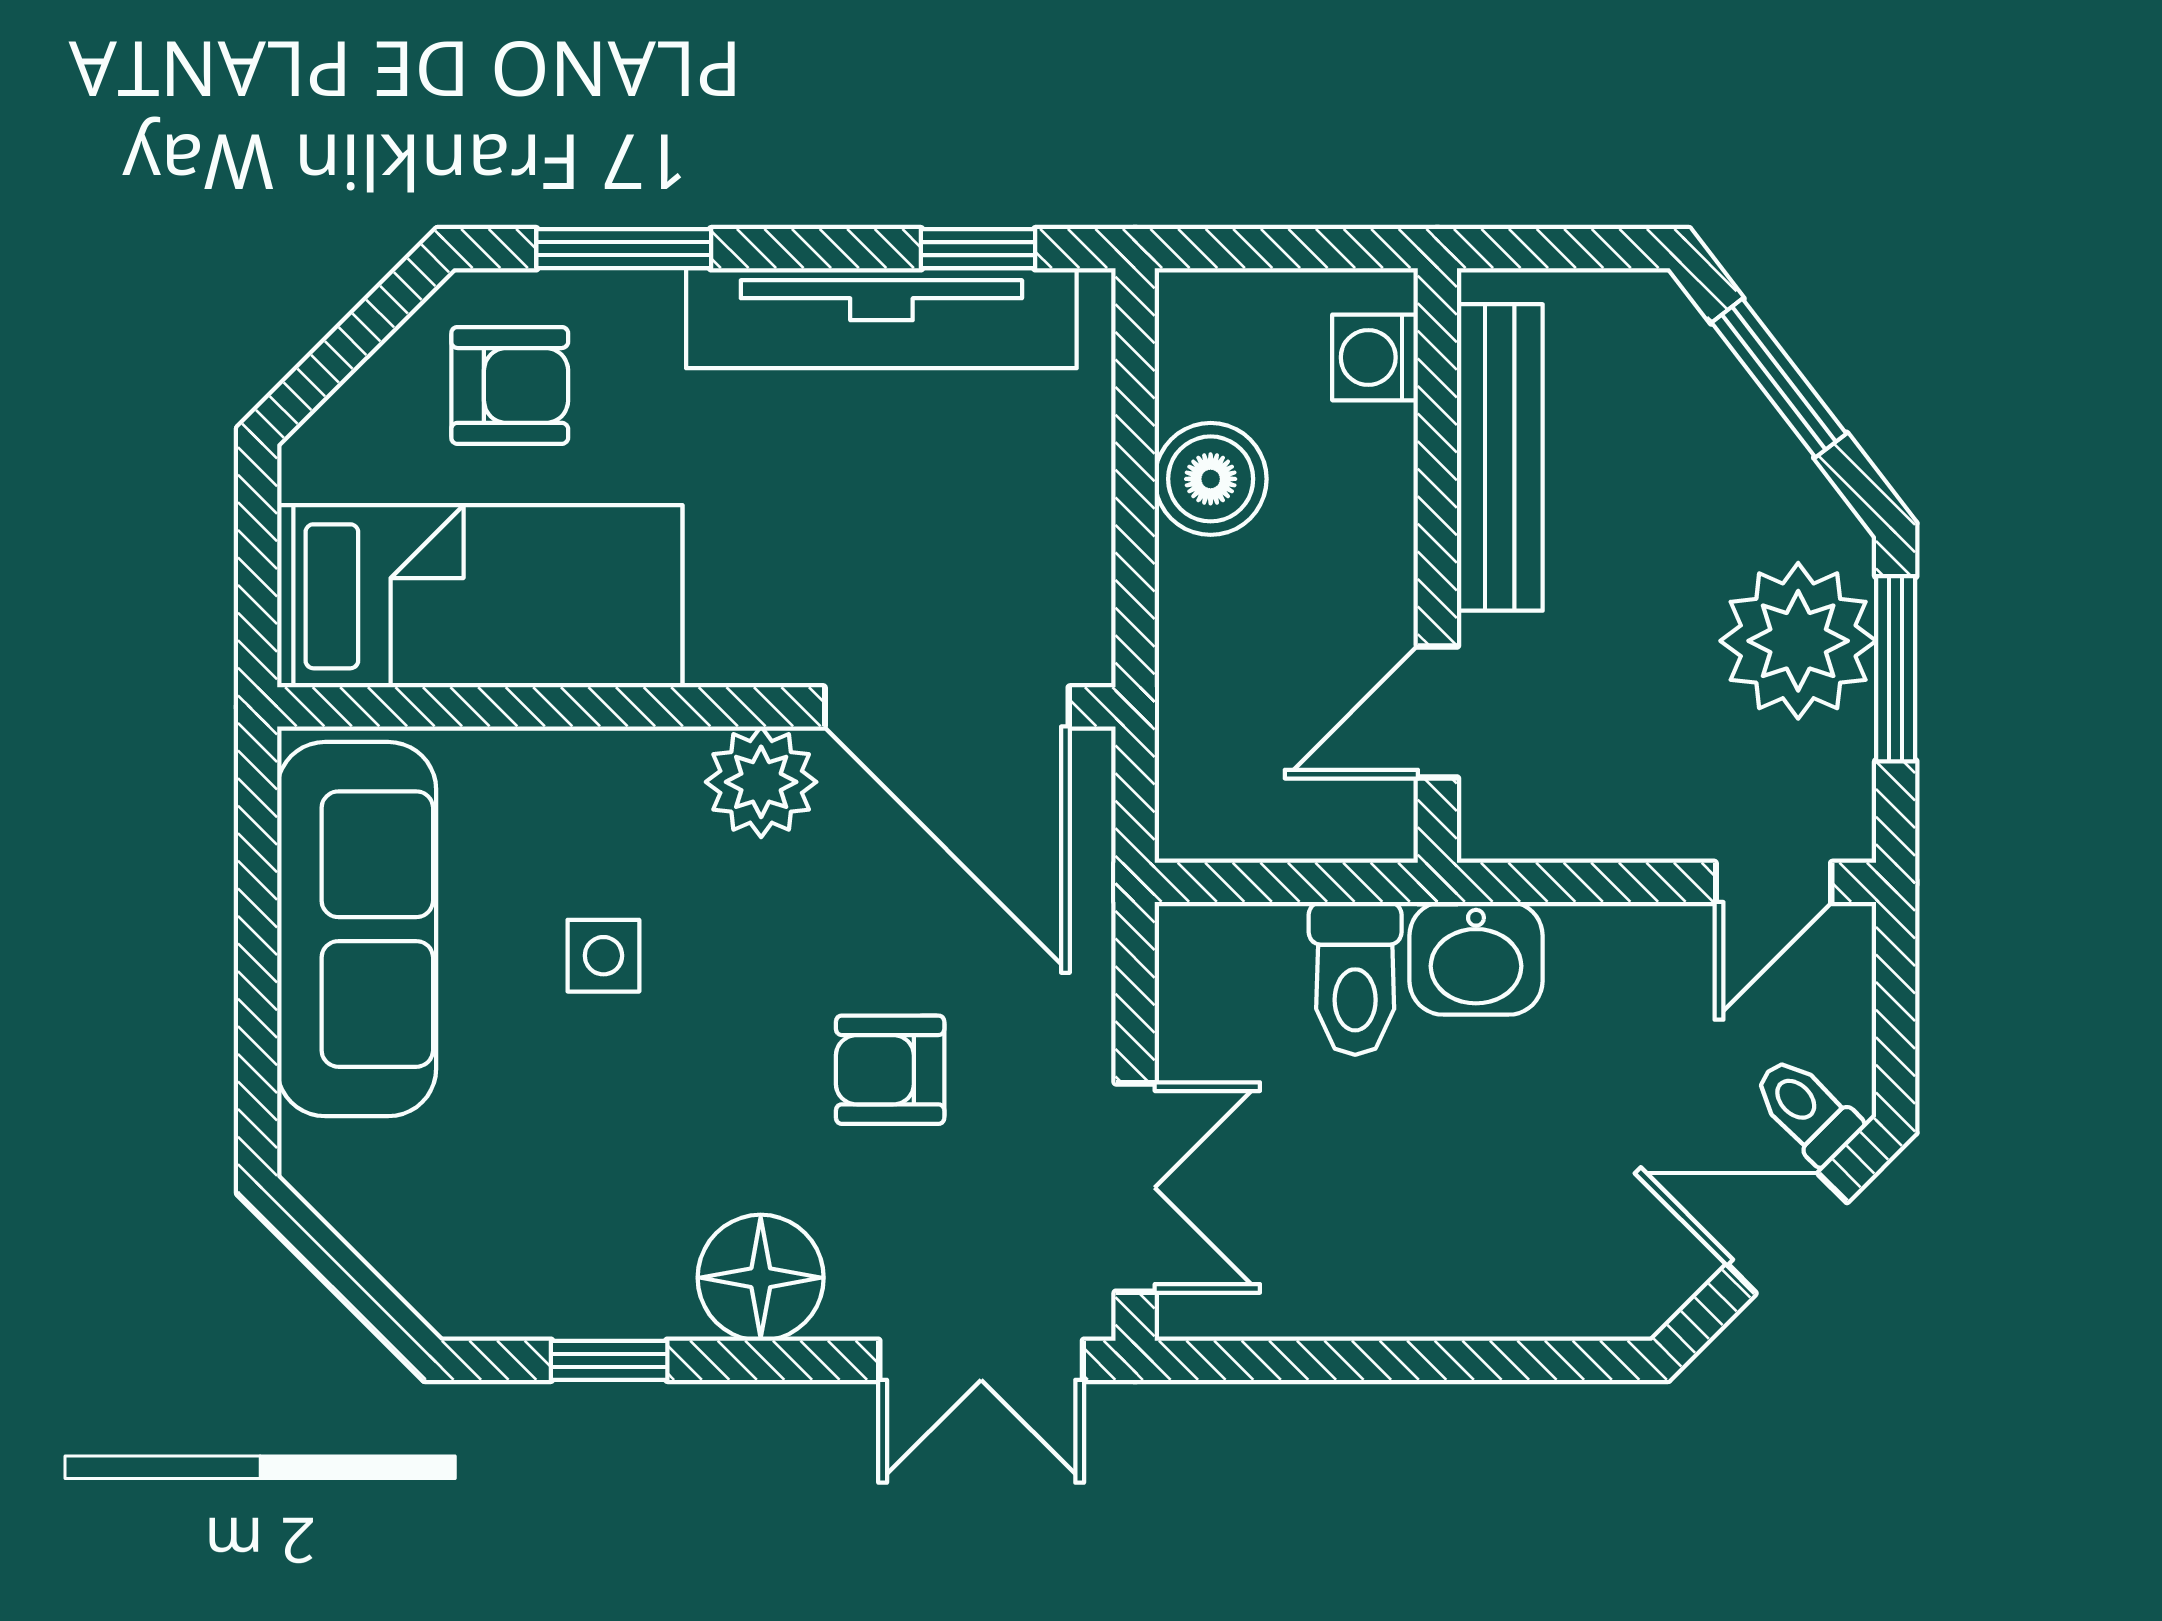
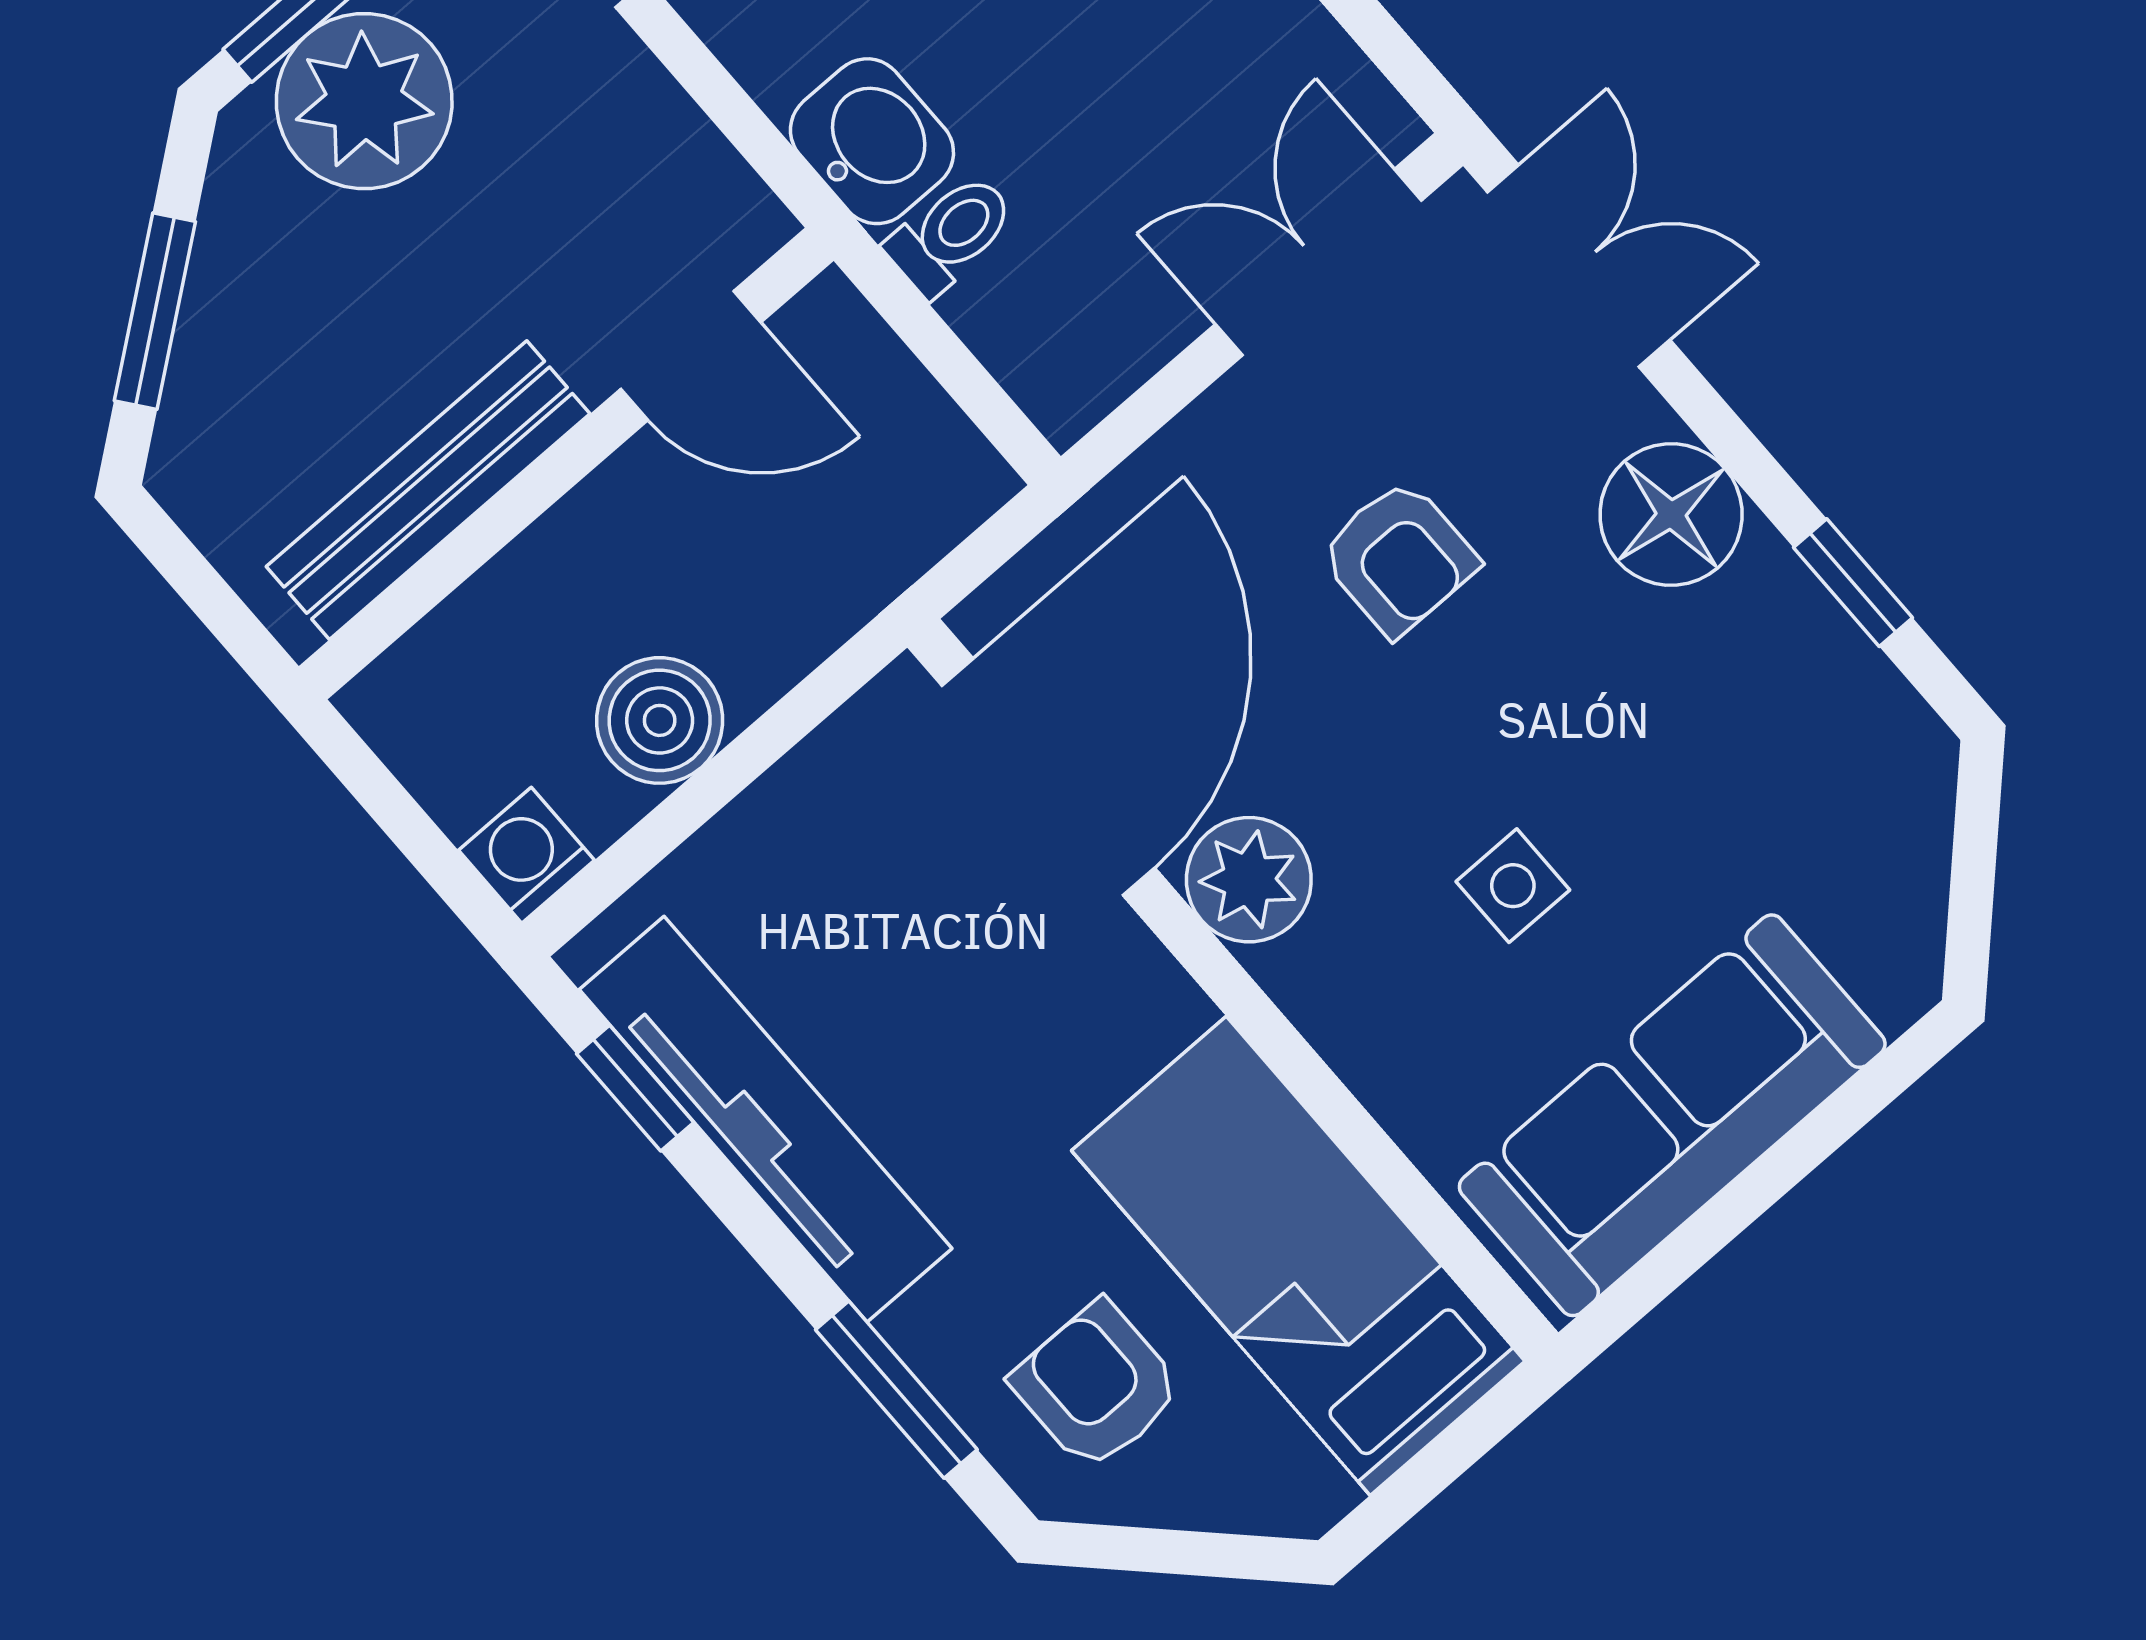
washing machine: (1375, 357) -> (526, 855), moved, turned 180
toilet: (1355, 978) -> (951, 234), width x0.73, depth x0.72

